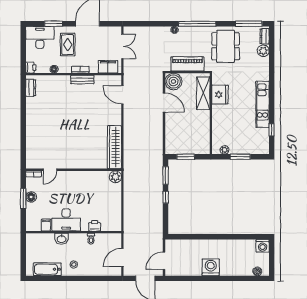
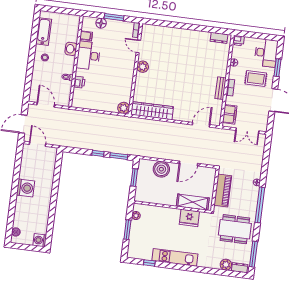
boiler: (173, 81) -> (161, 169), moved
plant: (70, 163) -> (143, 67), added
floor lamp: (31, 197) -> (101, 23), moved

